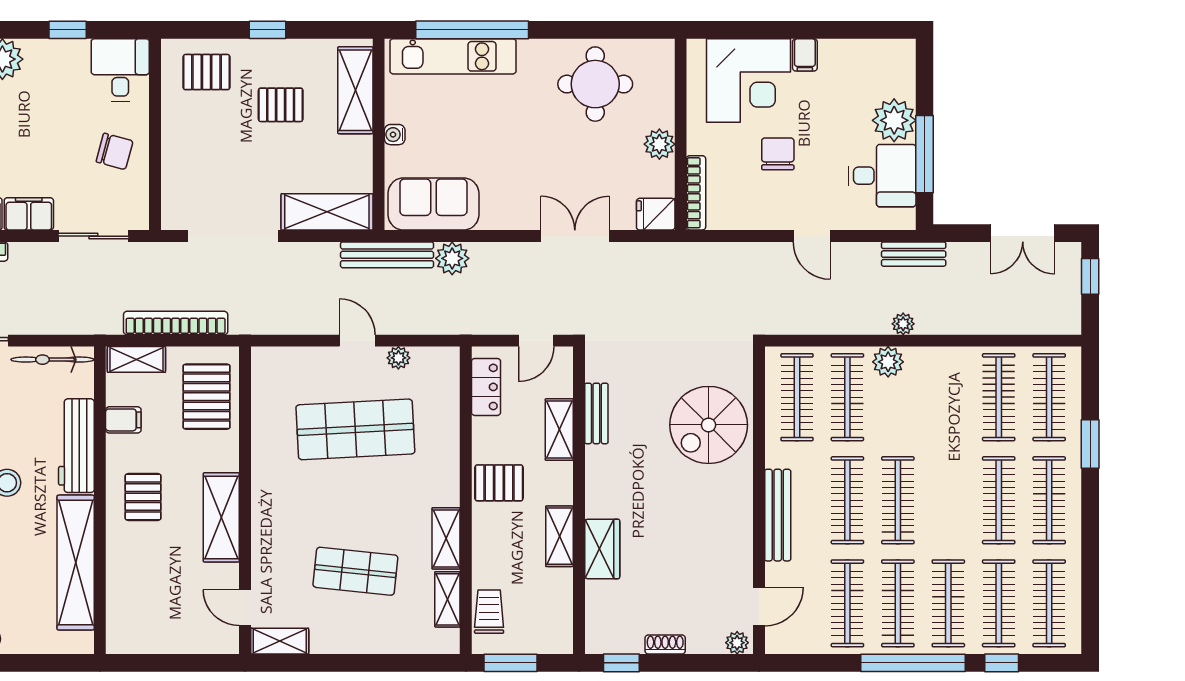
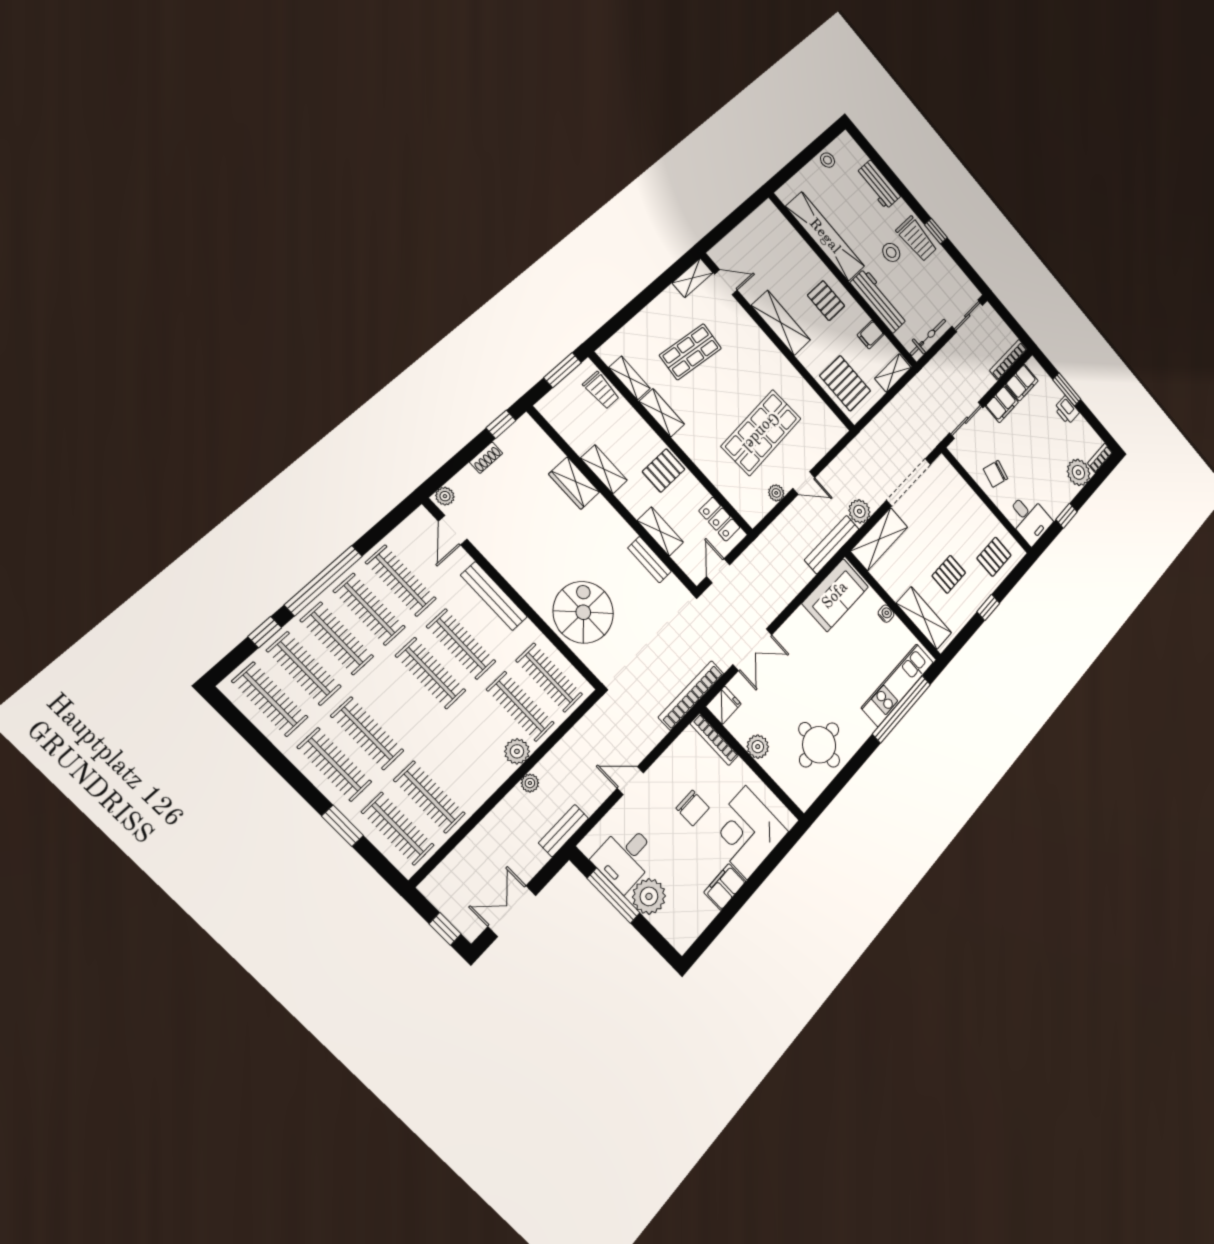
filing cabinet: (805, 55) -> (725, 887), width x2.00
plant: (452, 258) -> (859, 511), moved
bookcase: (176, 323) -> (691, 695), moved, turned 180

